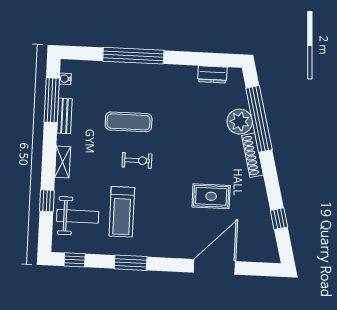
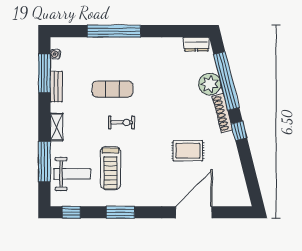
dresser: (212, 74) -> (196, 44), moved
window: (47, 201) -> (44, 162), width x2.17
window: (279, 219) -> (239, 131), moved

